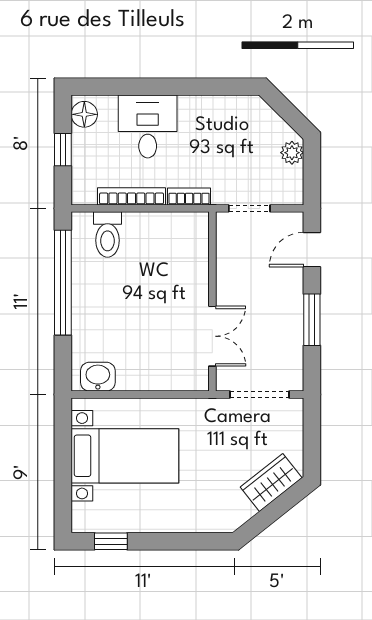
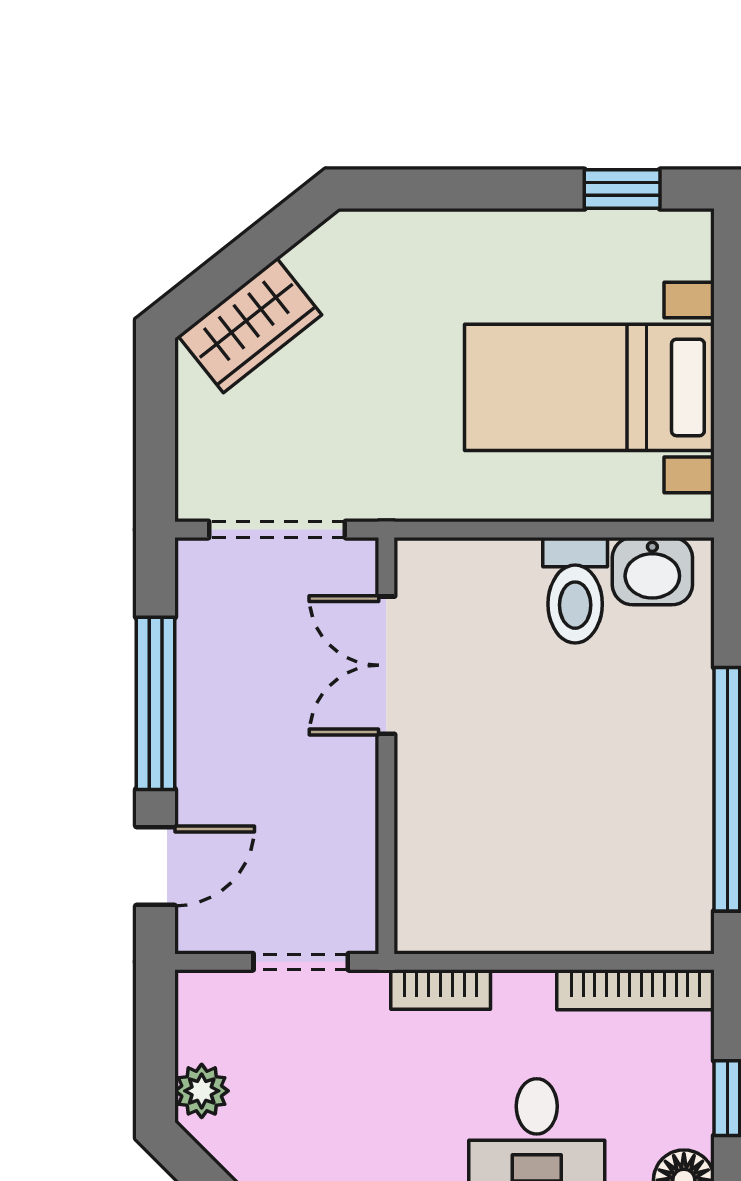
bookcase: (132, 196) -> (635, 990), moved
toilet: (107, 234) -> (575, 590), moved, turned 180
window: (312, 320) -> (156, 703), width x1.44

